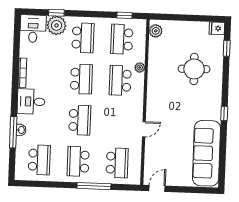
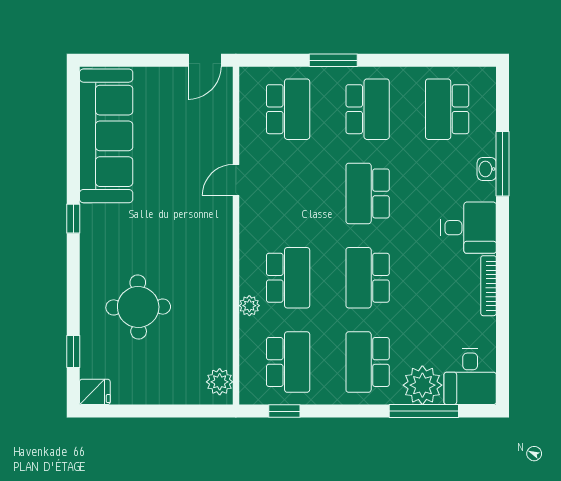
window: (56, 13) -> (424, 411), width x2.17
school desk: (117, 163) -> (288, 109), turned 180
window: (94, 186) -> (333, 60), width x0.69

